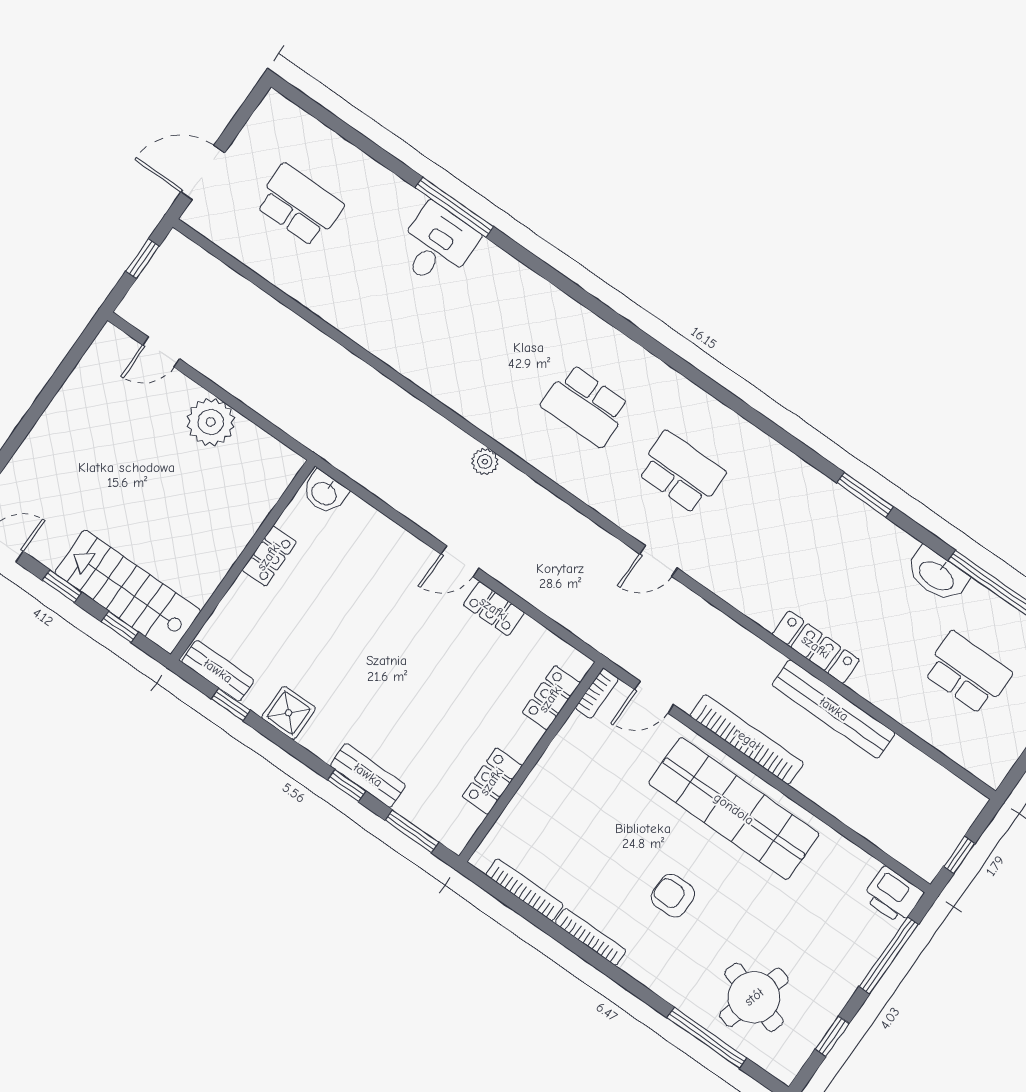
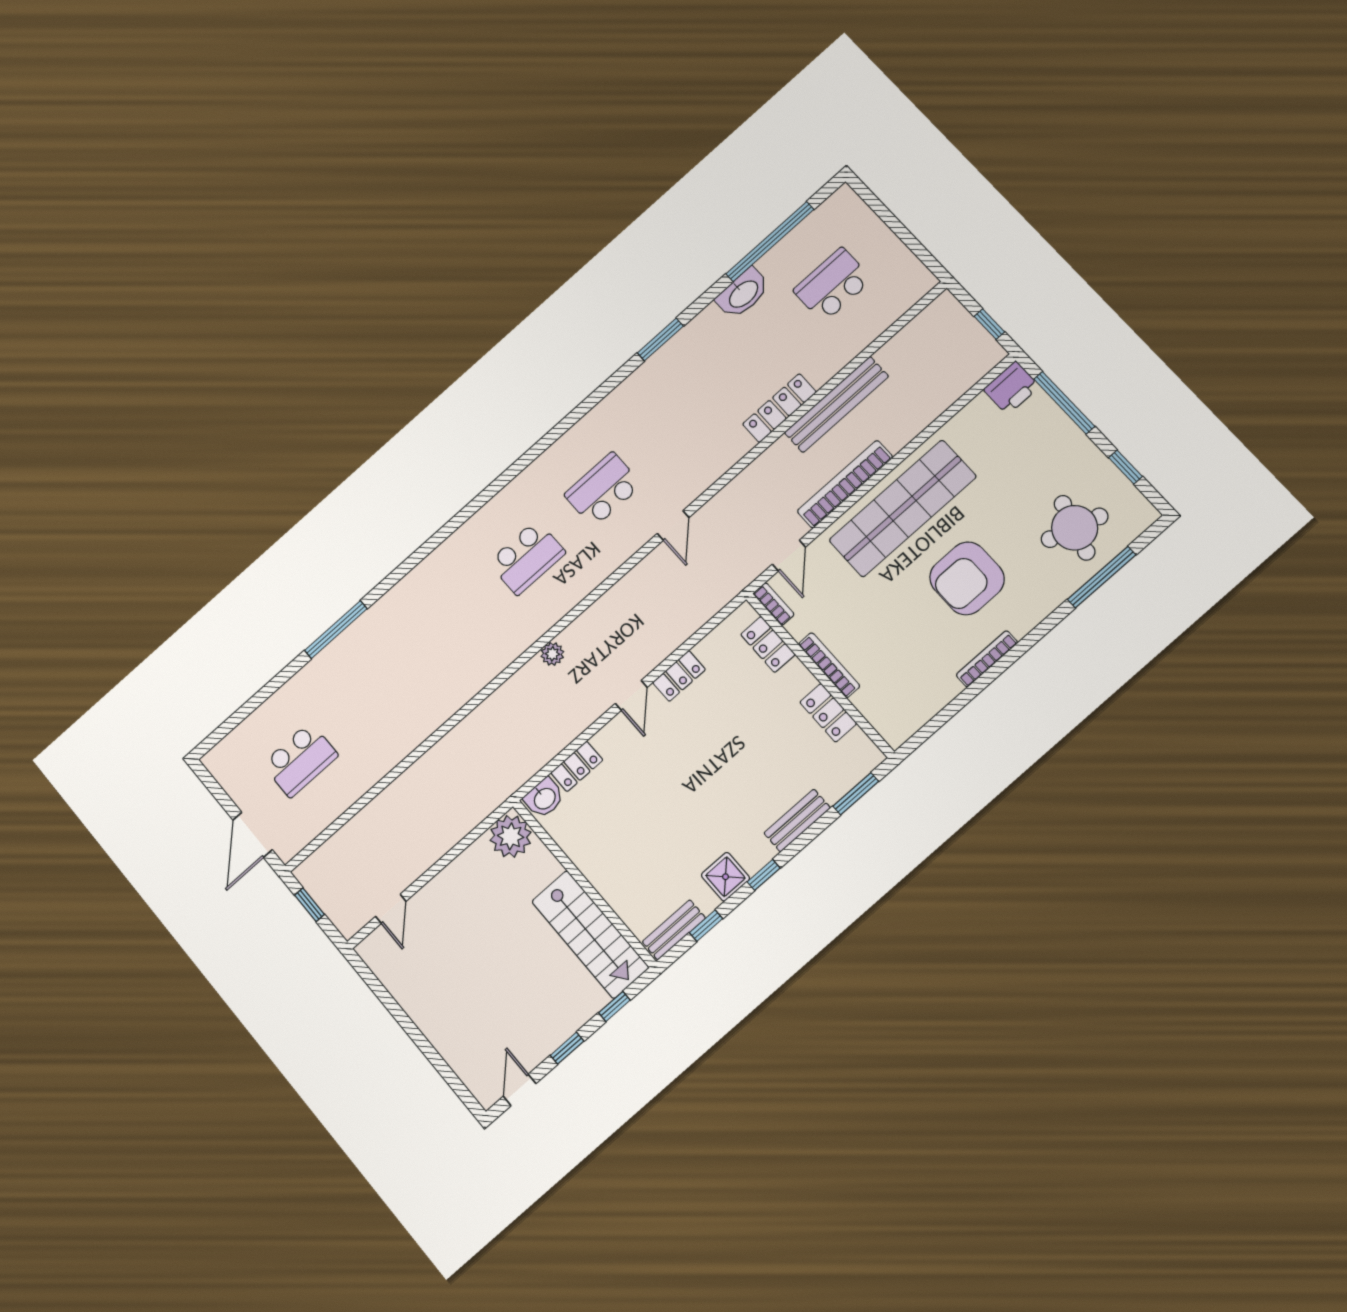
school desk: (299, 205) -> (300, 760), turned 180
desk: (437, 245) -> (363, 652), removed
plant: (211, 422) -> (511, 836), moved
locker: (269, 556) -> (577, 766), moved, turned 90
stairs: (128, 592) -> (590, 934), moved, turned -90
window: (347, 786) -> (764, 875), moved
bookcase: (525, 890) -> (829, 665), moved, turned 90
armchair: (673, 896) -> (967, 578), width x1.88, depth x1.88

